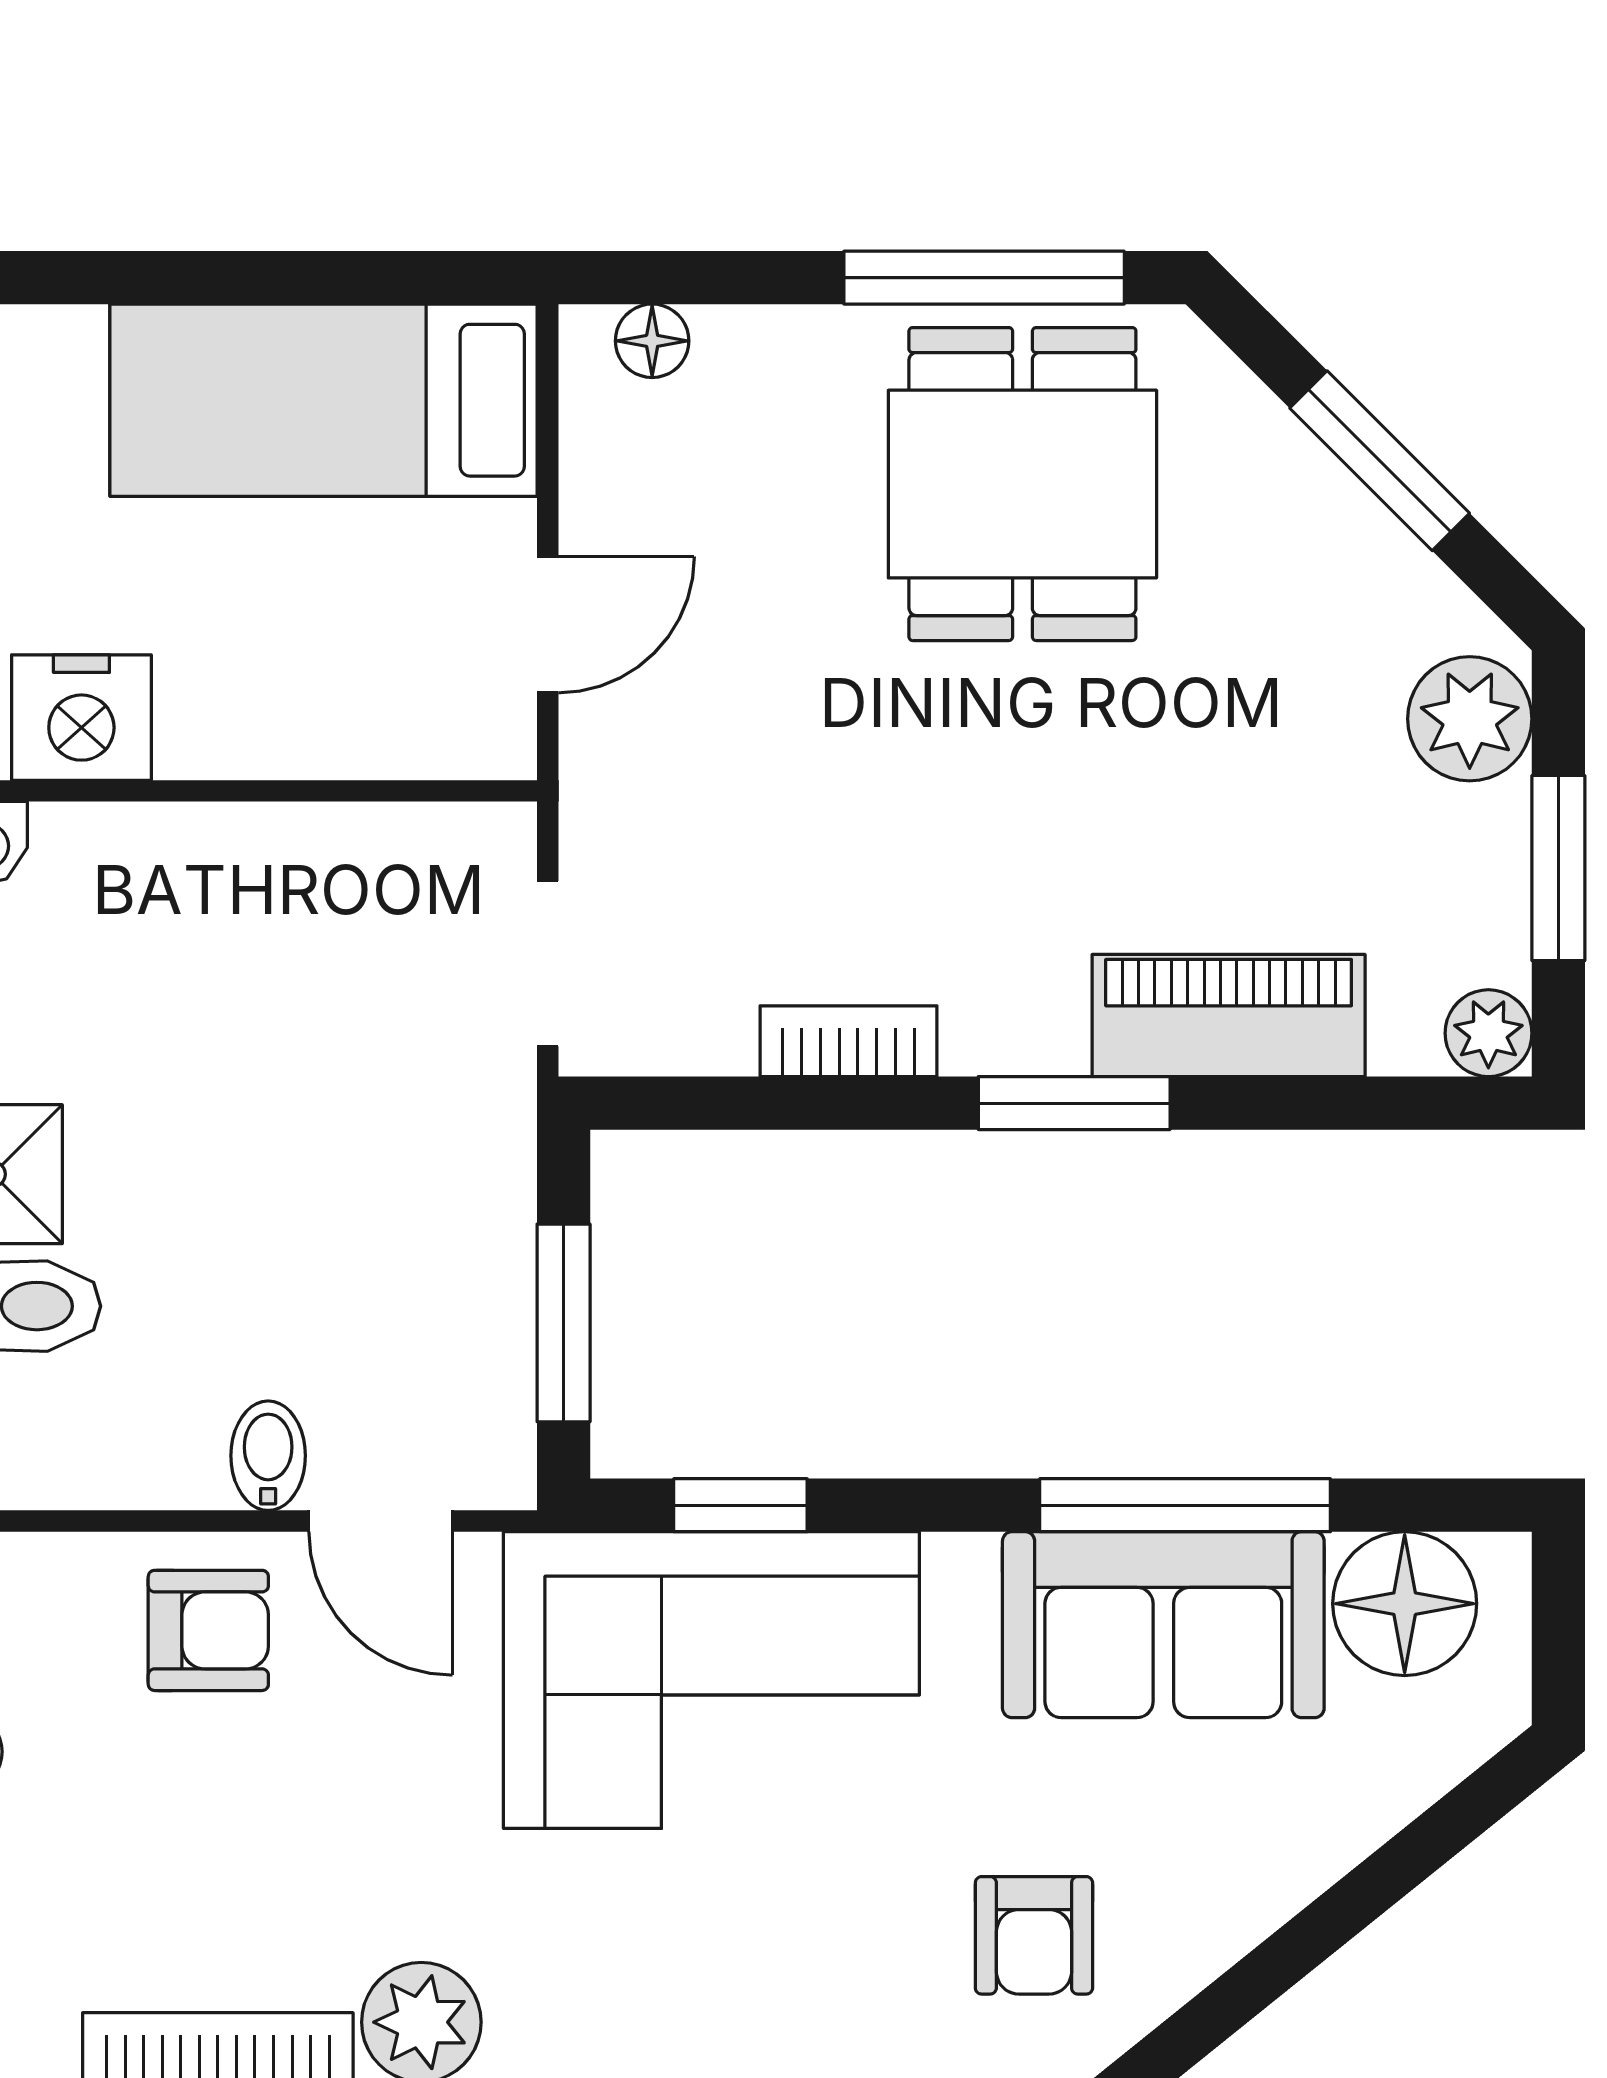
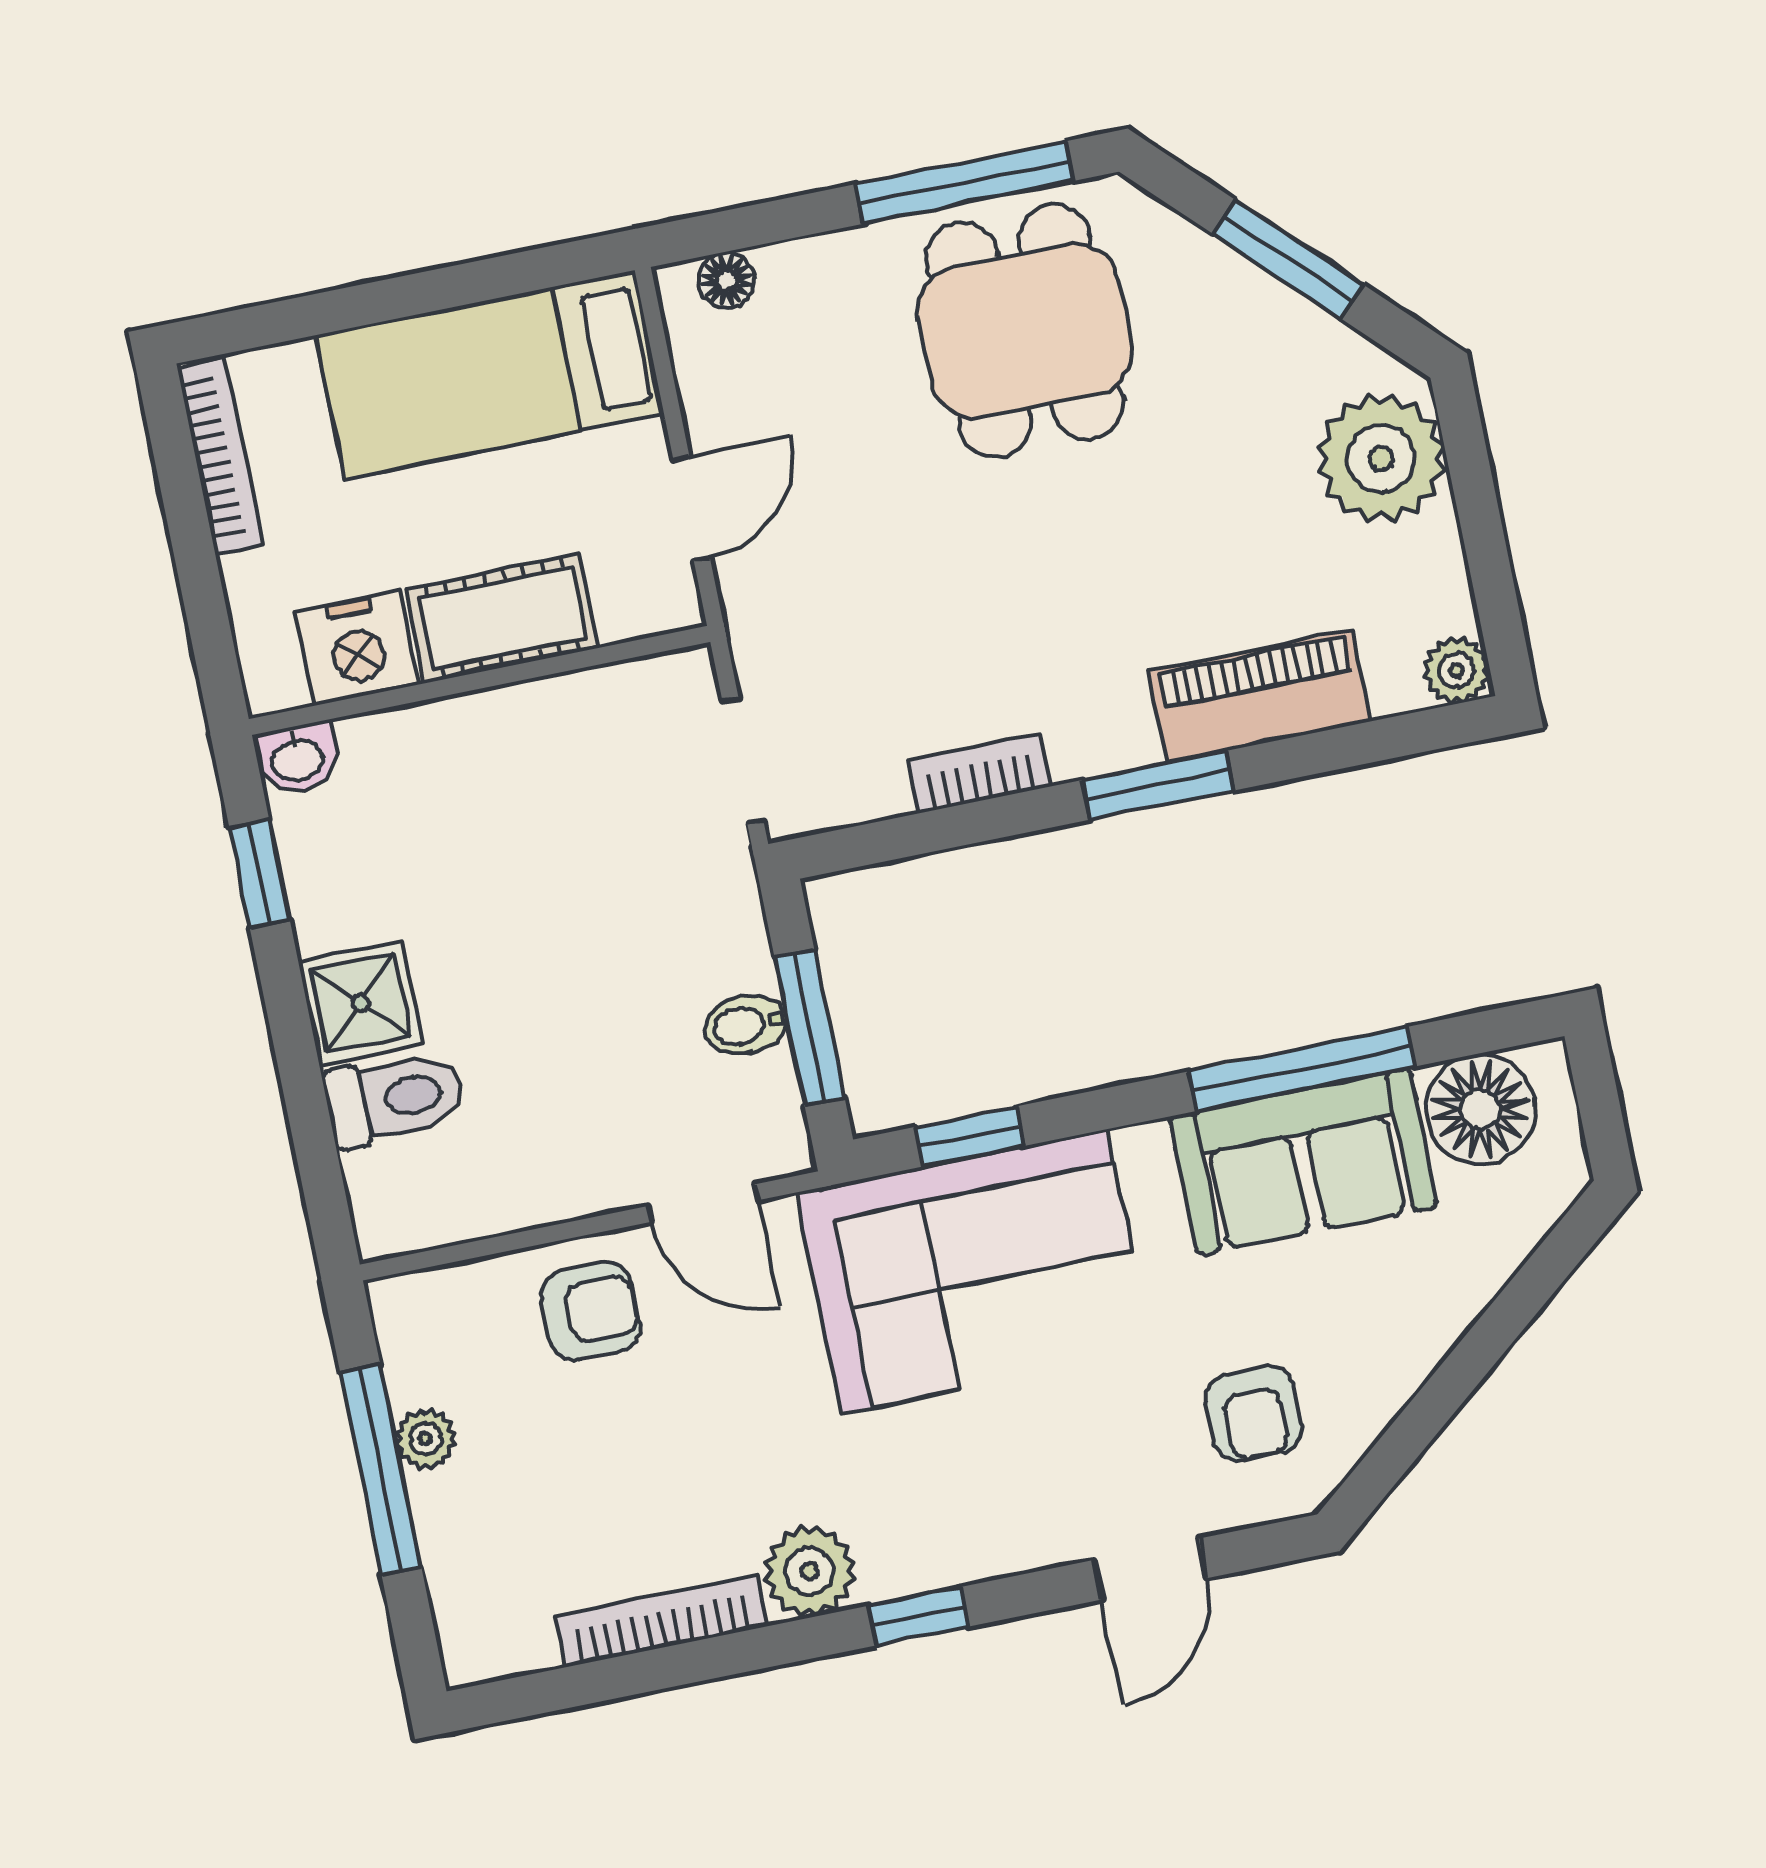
cot: (276, 717) -> (503, 618), added
plant: (1470, 719) -> (1381, 459), width x1.36, depth x1.36
window: (1558, 868) -> (1483, 536), removed
bidet: (268, 1456) -> (746, 1025), moved, turned -90

